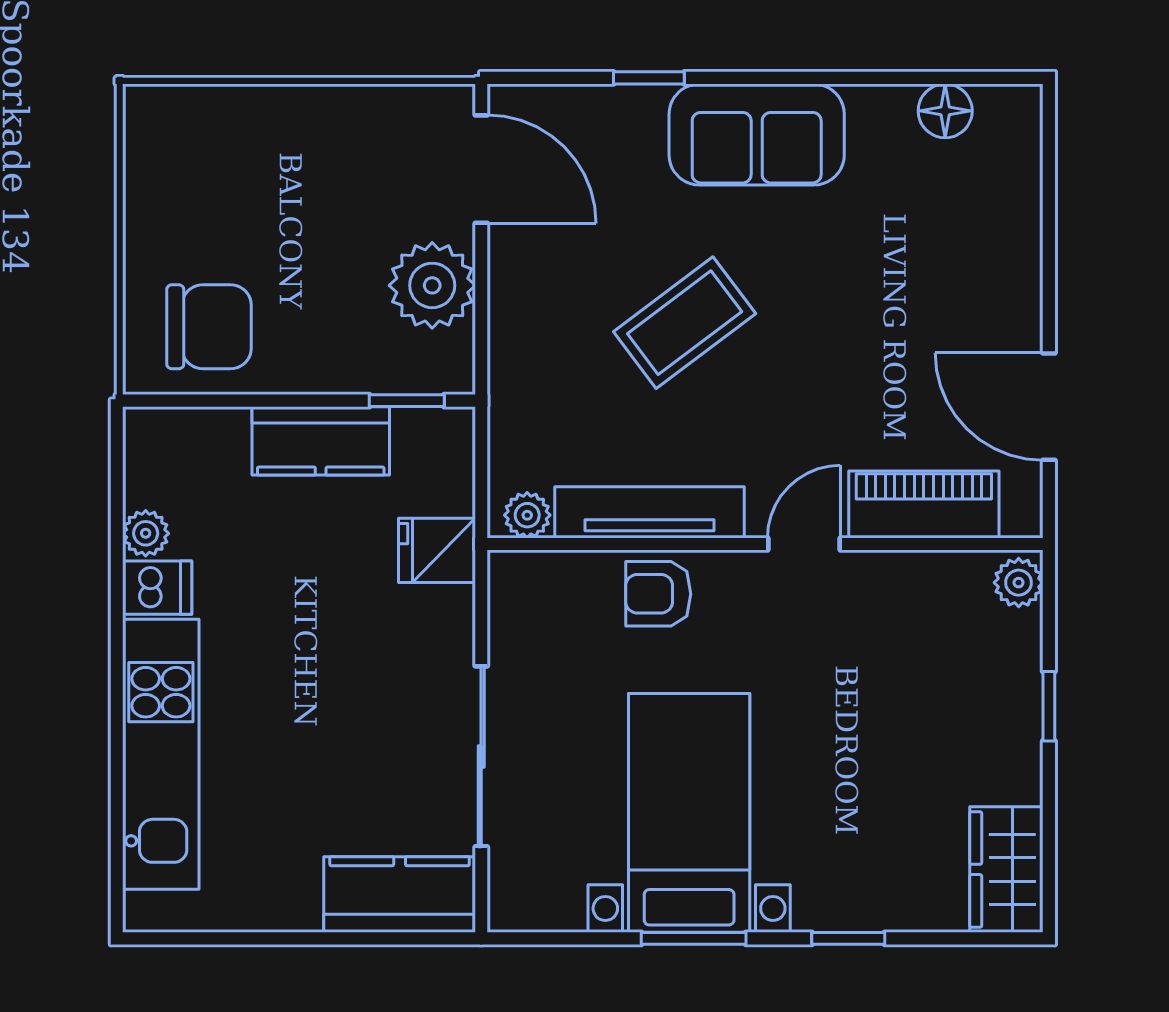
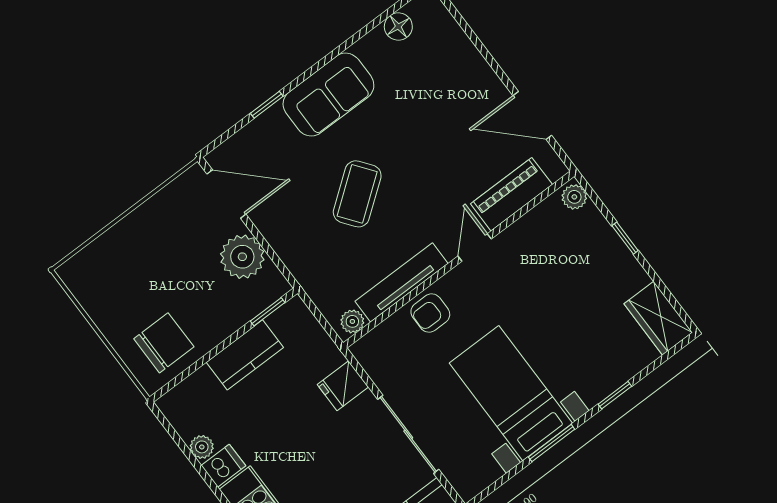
fridge: (437, 550) -> (343, 386), moved

